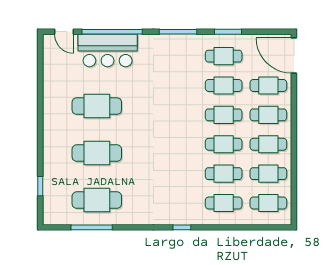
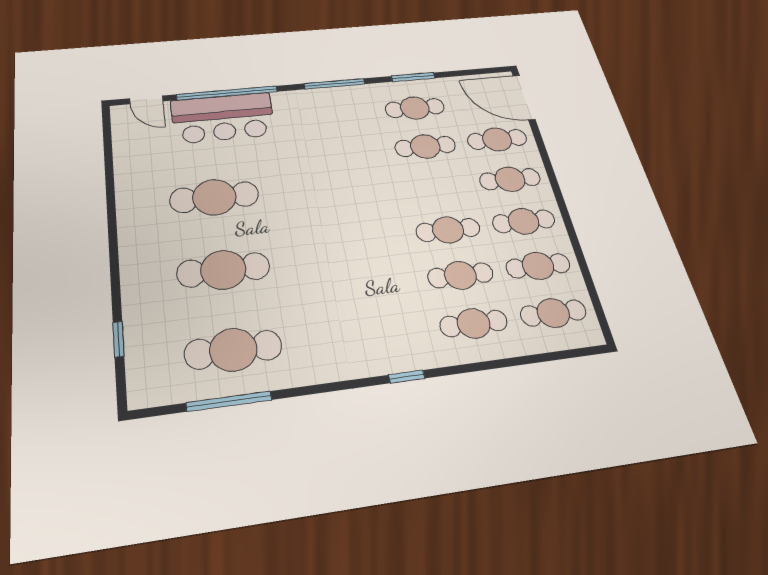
cafe table: (224, 115) -> (436, 187), removed

